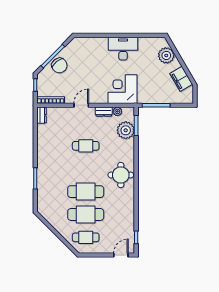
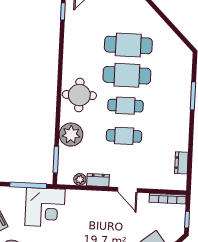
corner desk: (122, 89) -> (45, 207), moved
door: (81, 105) -> (127, 190), hinge flipped
dresser: (42, 115) -> (181, 163), moved
plant: (126, 130) -> (71, 135), moved
cafe table: (86, 237) -> (125, 106), moved

